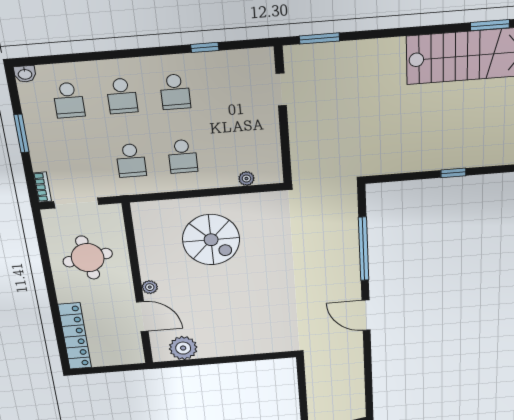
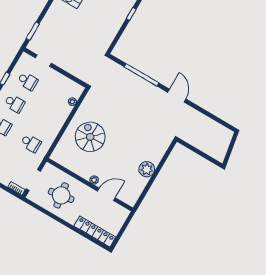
school desk: (183, 156) -> (28, 81), moved
spiral stairs: (211, 240) -> (90, 137), turned -90
door: (366, 315) -> (177, 96), swing flipped
plant: (183, 348) -> (147, 169), moved

